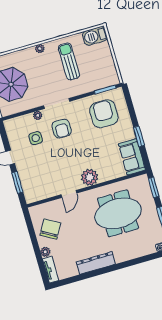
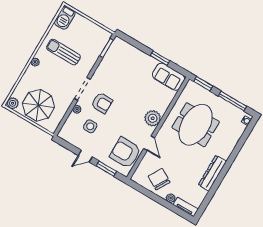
armchair: (104, 114) -> (125, 153), moved

